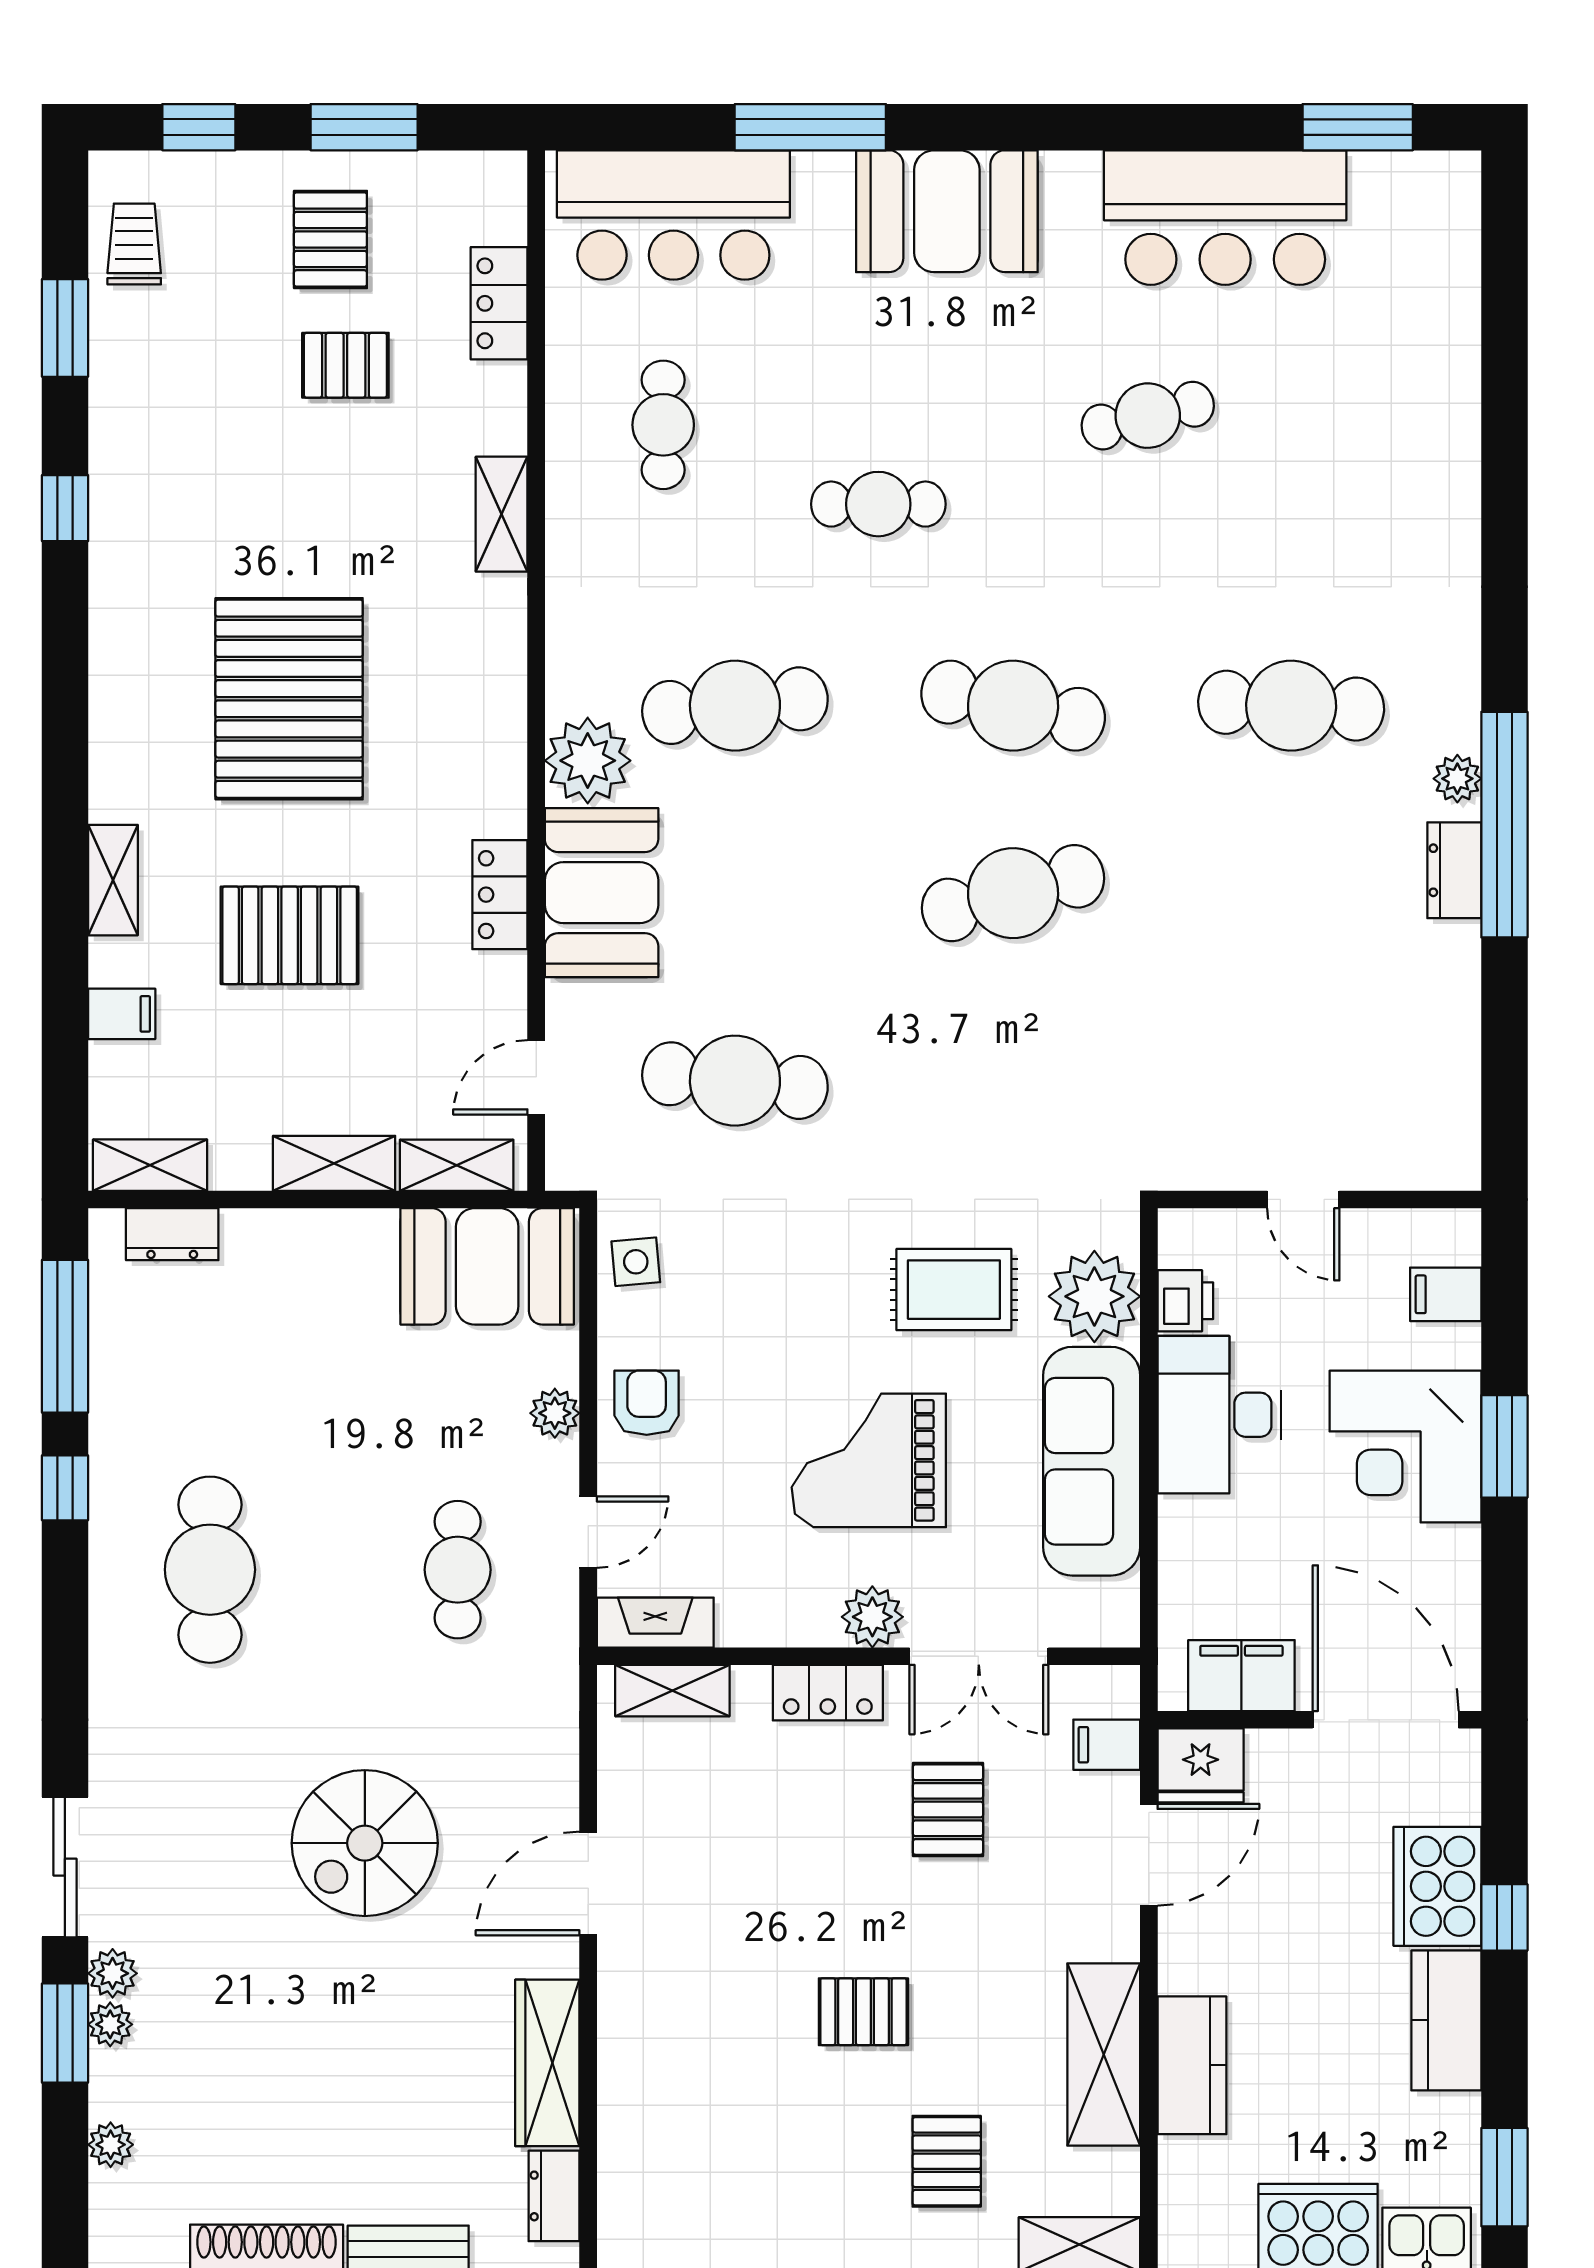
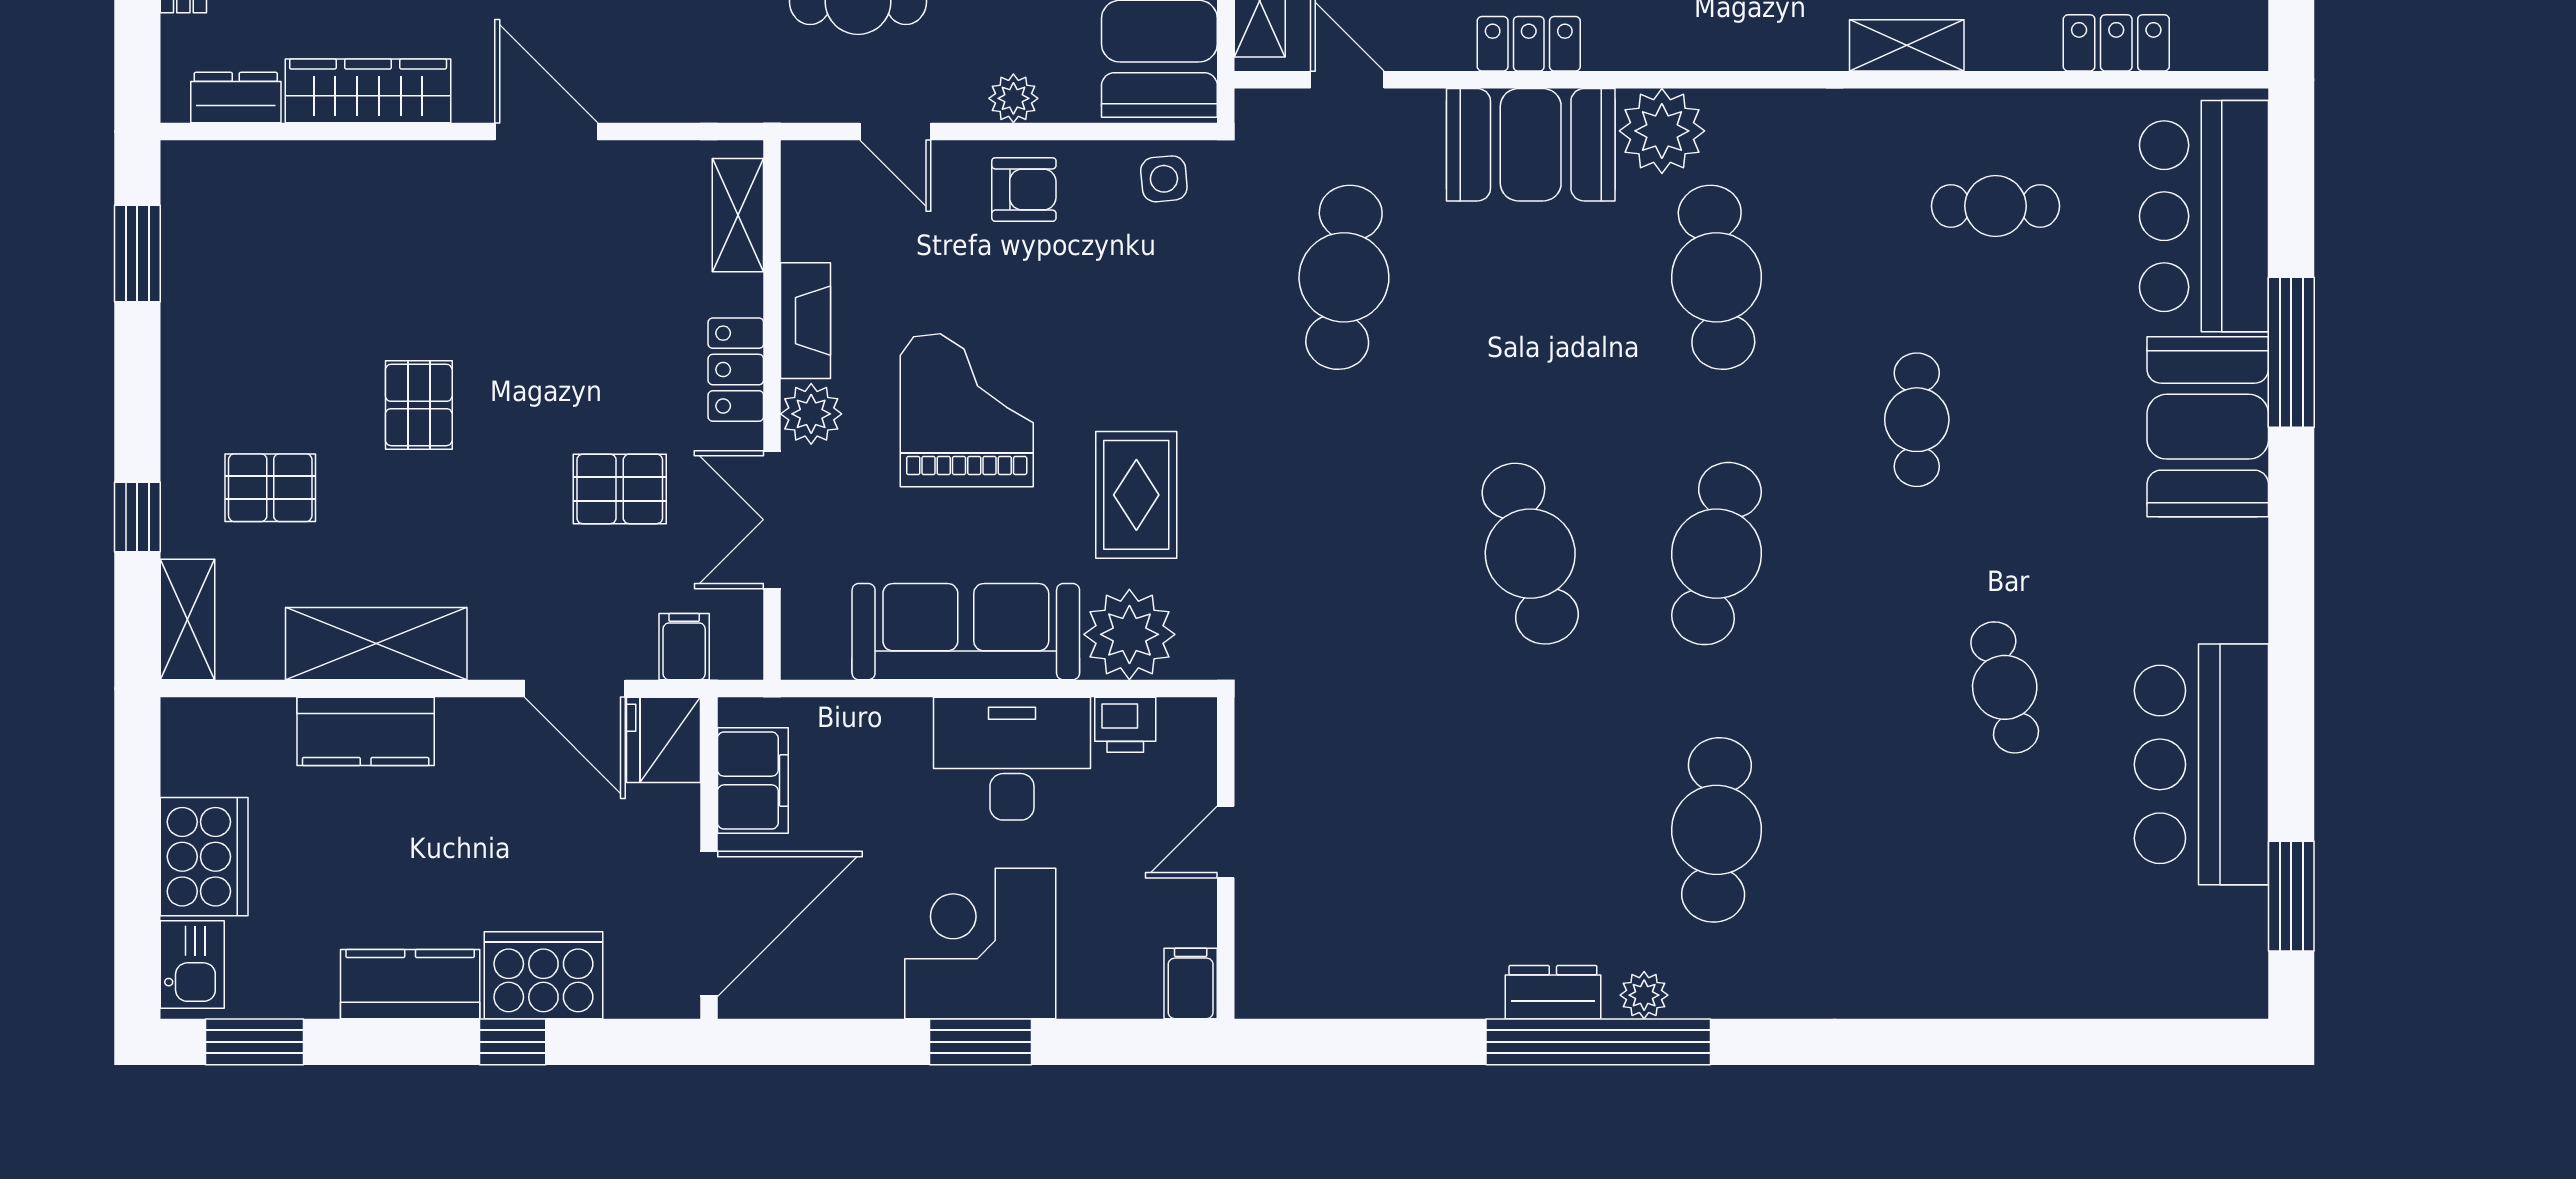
booth: (947, 211) -> (2208, 427), moved
filing cabinet: (1446, 1294) -> (1191, 983), moved
fireplace: (655, 1623) -> (806, 321), moved

